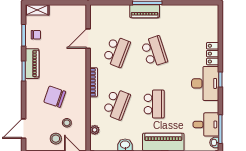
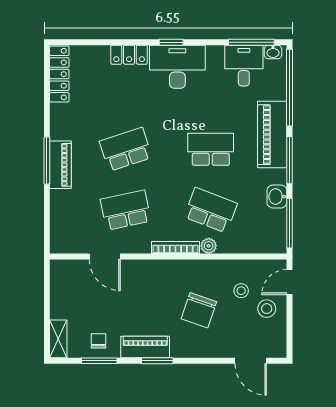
locker: (201, 11) -> (59, 74), added
school desk: (117, 52) -> (126, 210), turned -33
plant: (95, 130) -> (209, 246), moved

